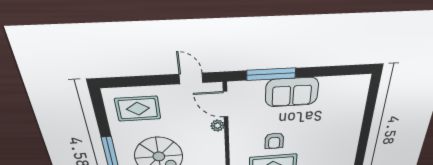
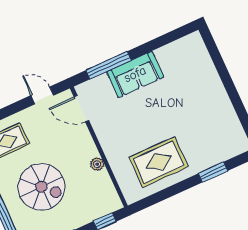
plant: (218, 126) -> (97, 164), moved
armchair: (274, 141) -> (144, 130), removed

